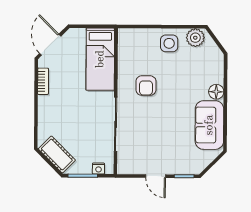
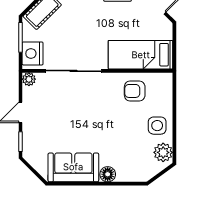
armchair: (146, 86) -> (135, 91), moved
plant: (124, 168) -> (29, 79), added
nightstand: (98, 169) -> (33, 53), width x1.89, depth x1.79

